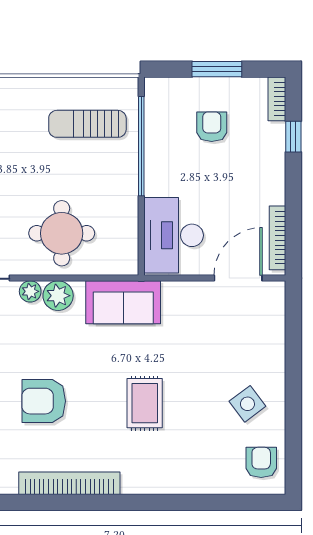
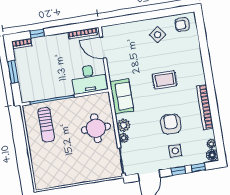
armchair: (212, 127) -> (39, 70), removed
armchair: (44, 401) -> (171, 124), turned 180

